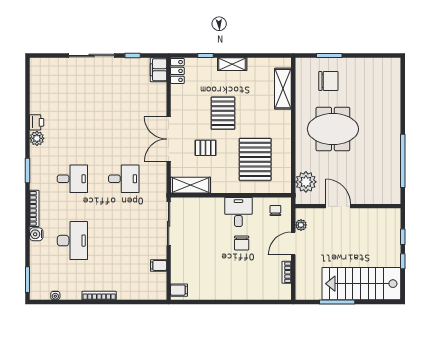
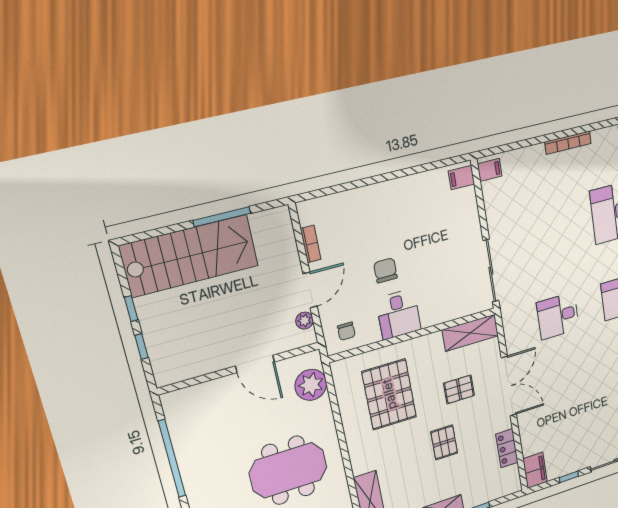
locker: (177, 71) -> (507, 448), moved
pallet: (223, 113) -> (444, 442), width x0.67, depth x0.71
filing cabinet: (159, 265) -> (490, 170), moved

